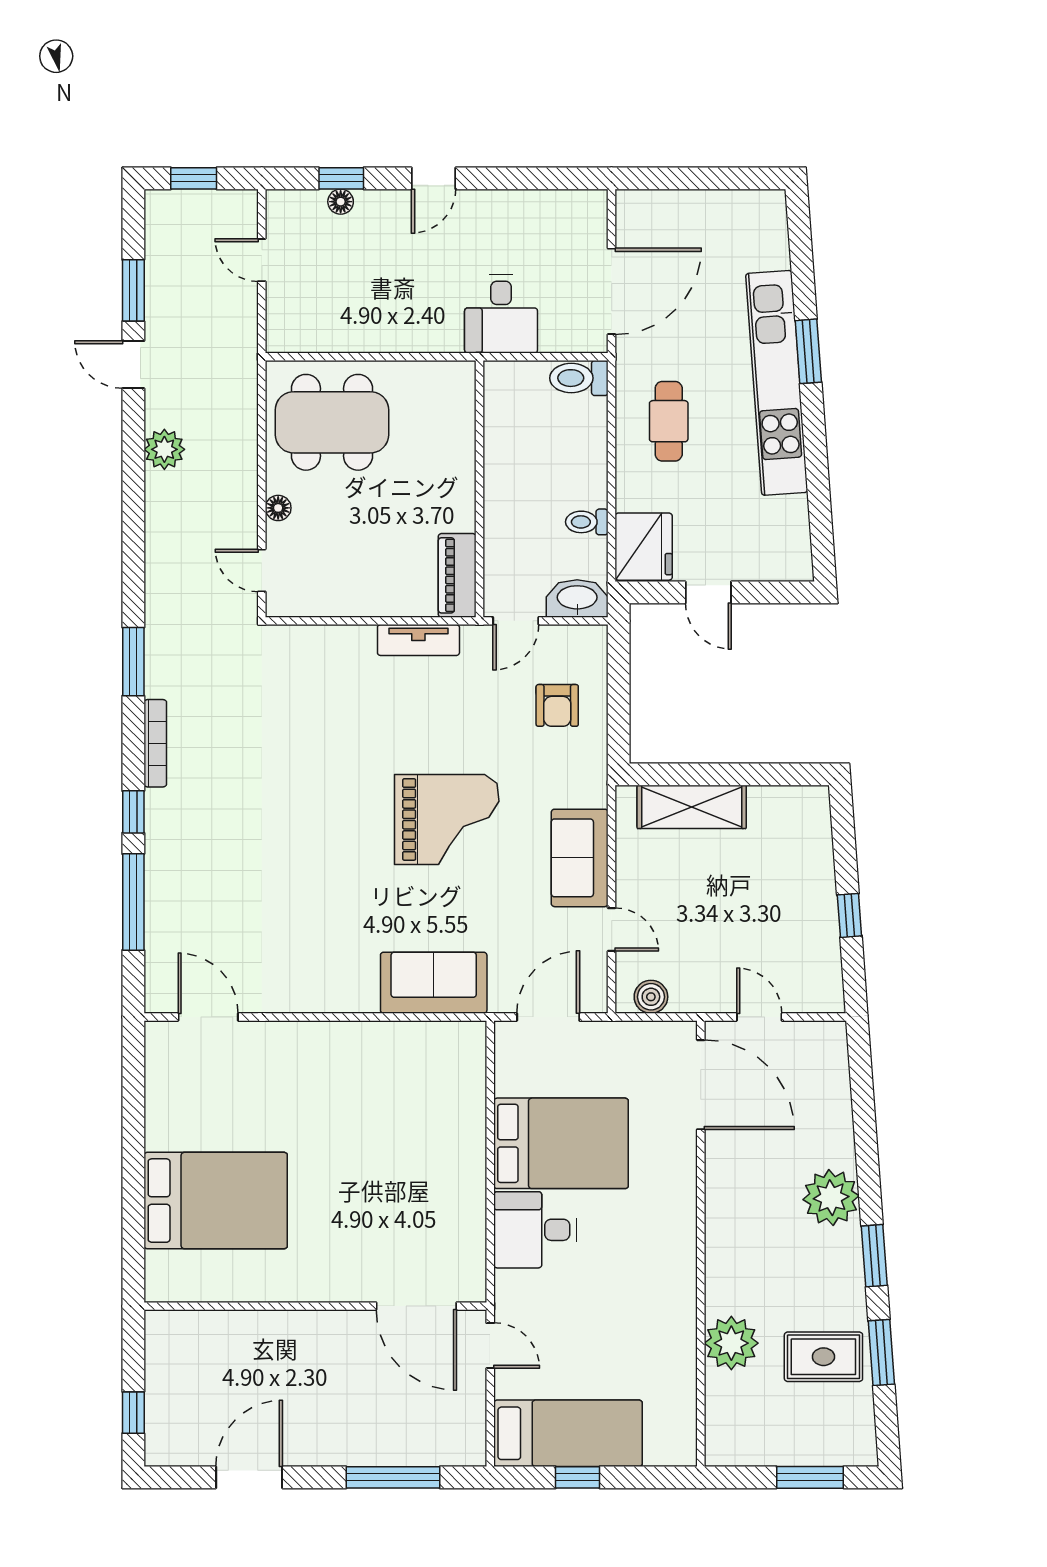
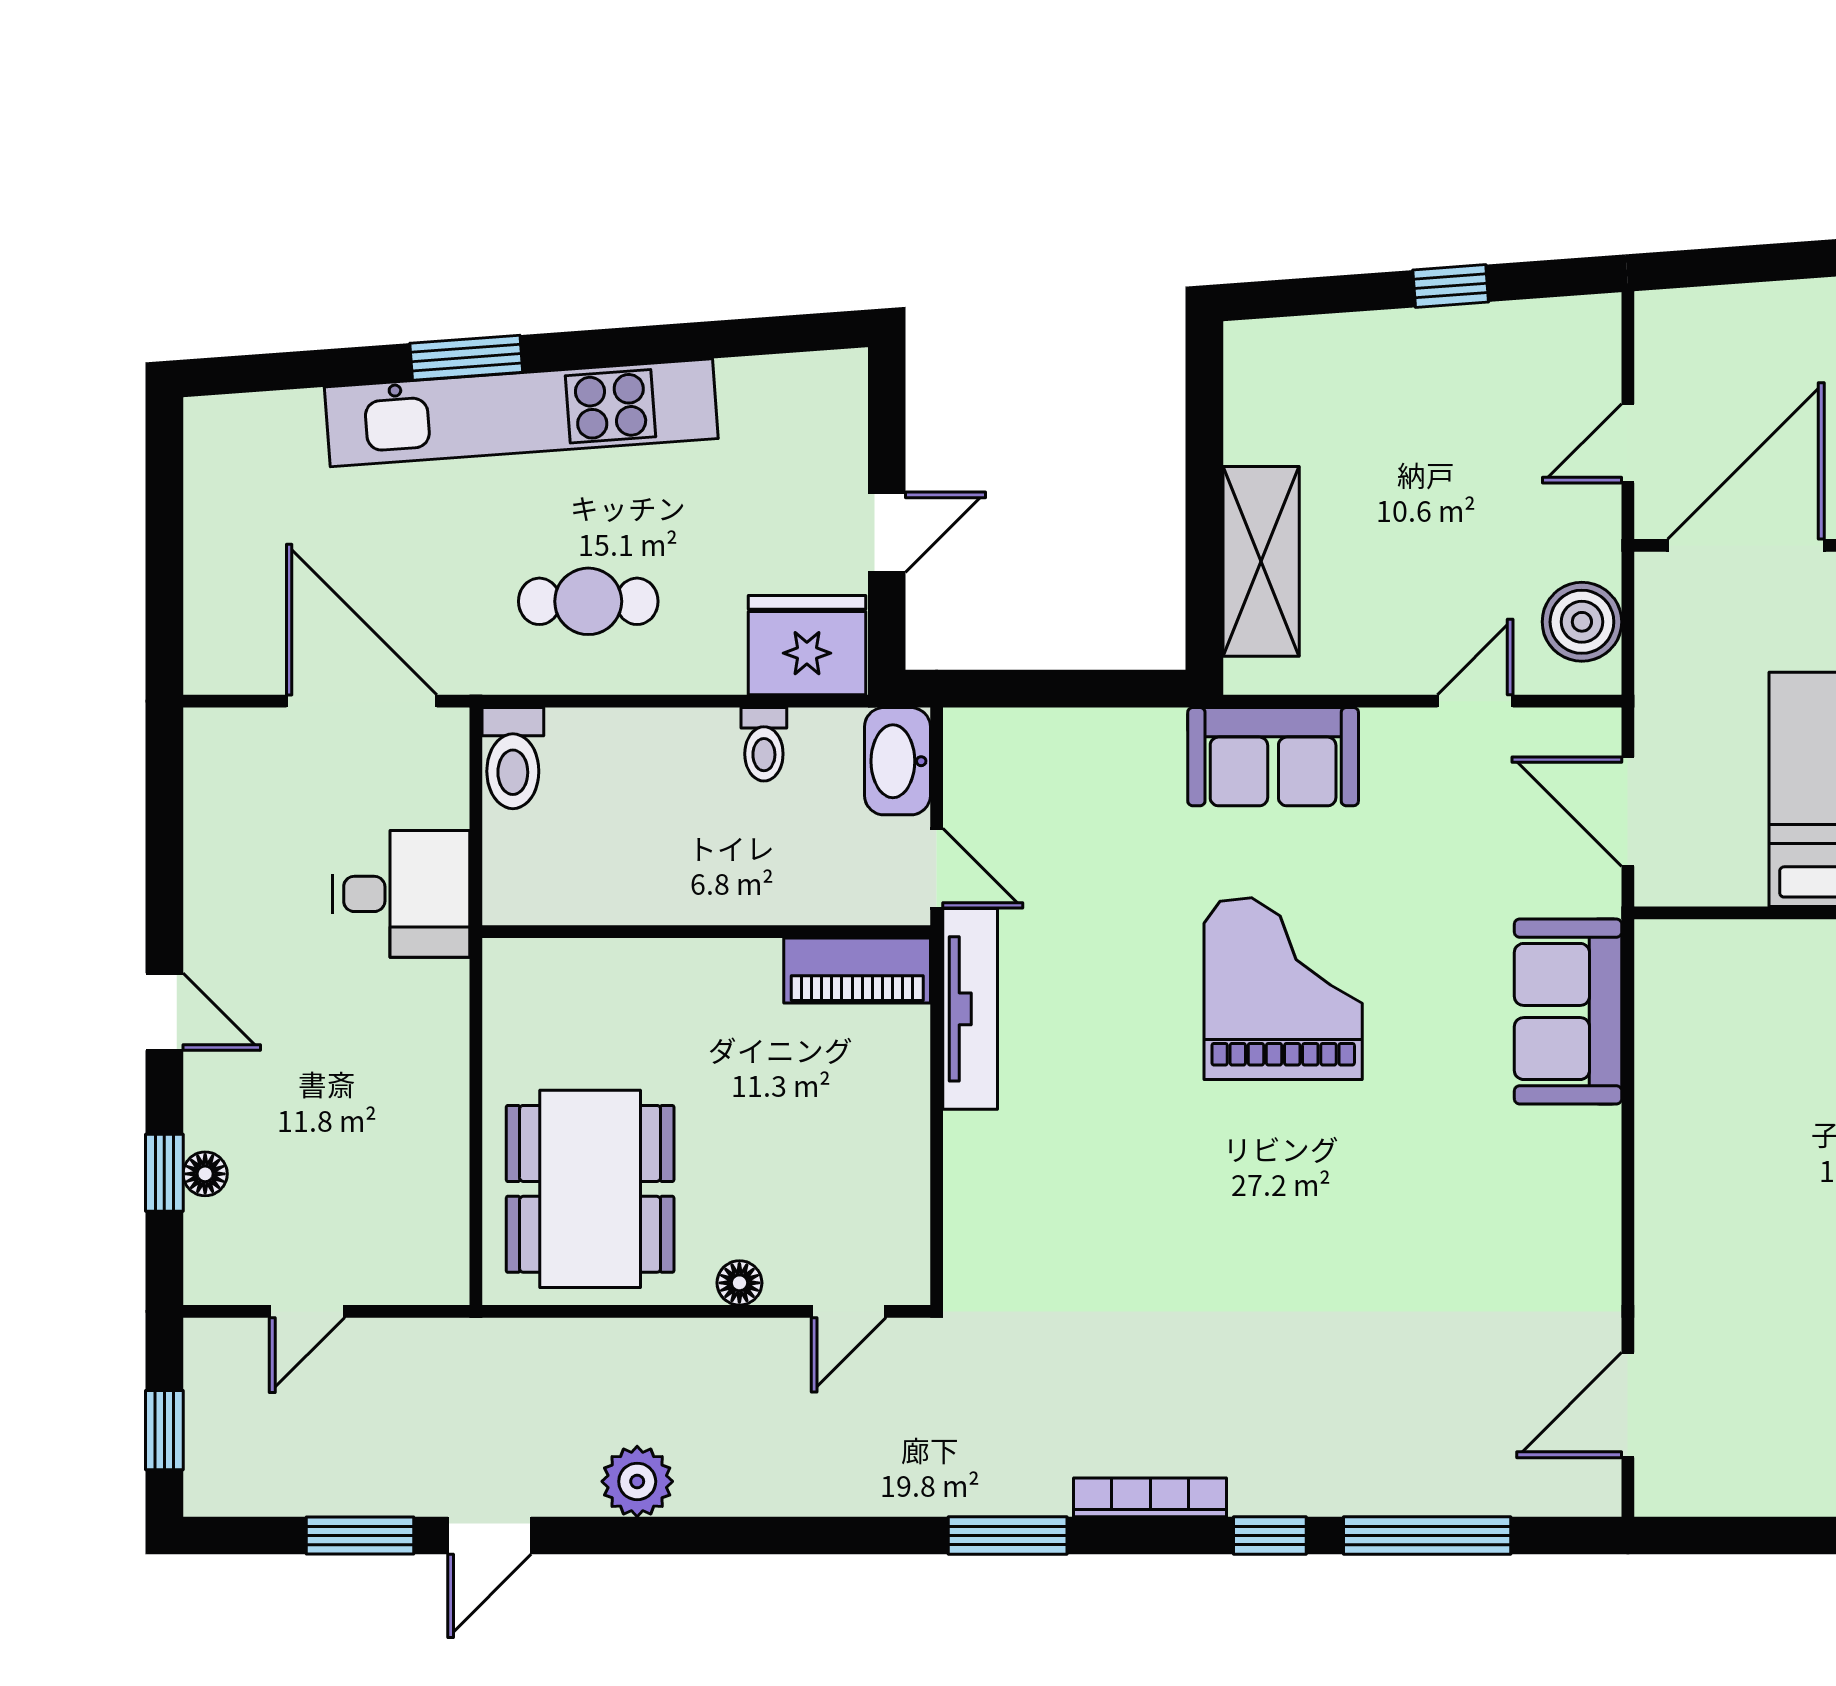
tv unit: (418, 640) -> (970, 1009), width x1.41
armchair: (557, 705) -> (1084, 796), removed
sofa: (580, 858) -> (1273, 757), moved
boiler: (651, 997) -> (1582, 622), width x1.36, depth x1.36

